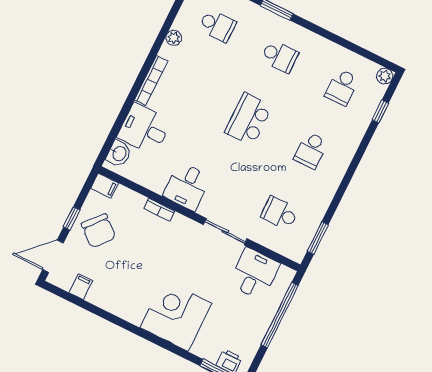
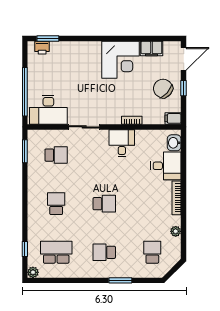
school desk: (217, 26) -> (152, 252), turned 90
school desk: (342, 87) -> (56, 252), width x1.85
school desk: (248, 119) -> (104, 204), width x0.54
desk: (254, 274) -> (48, 110), width x1.37
filing cabinet: (81, 287) -> (151, 49), width x2.00
corner desk: (176, 315) -> (121, 60), moved

